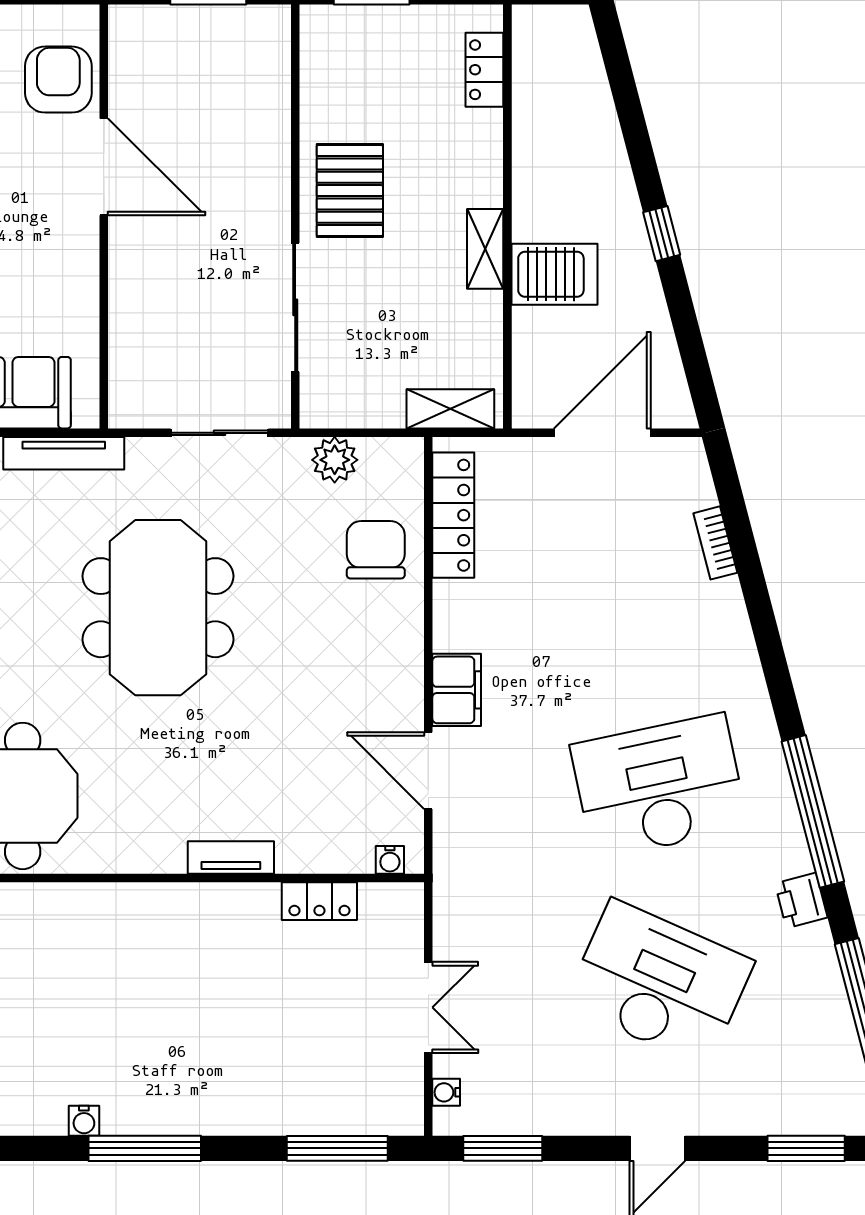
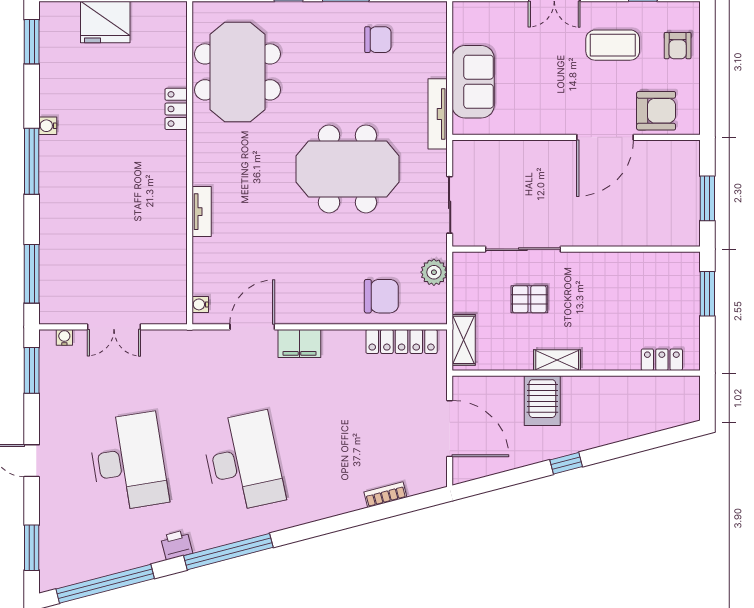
pallet: (350, 191) -> (529, 299), moved, width x0.67, depth x0.71
locker: (319, 901) -> (176, 109), moved
desk: (659, 983) -> (128, 462), turned -33

